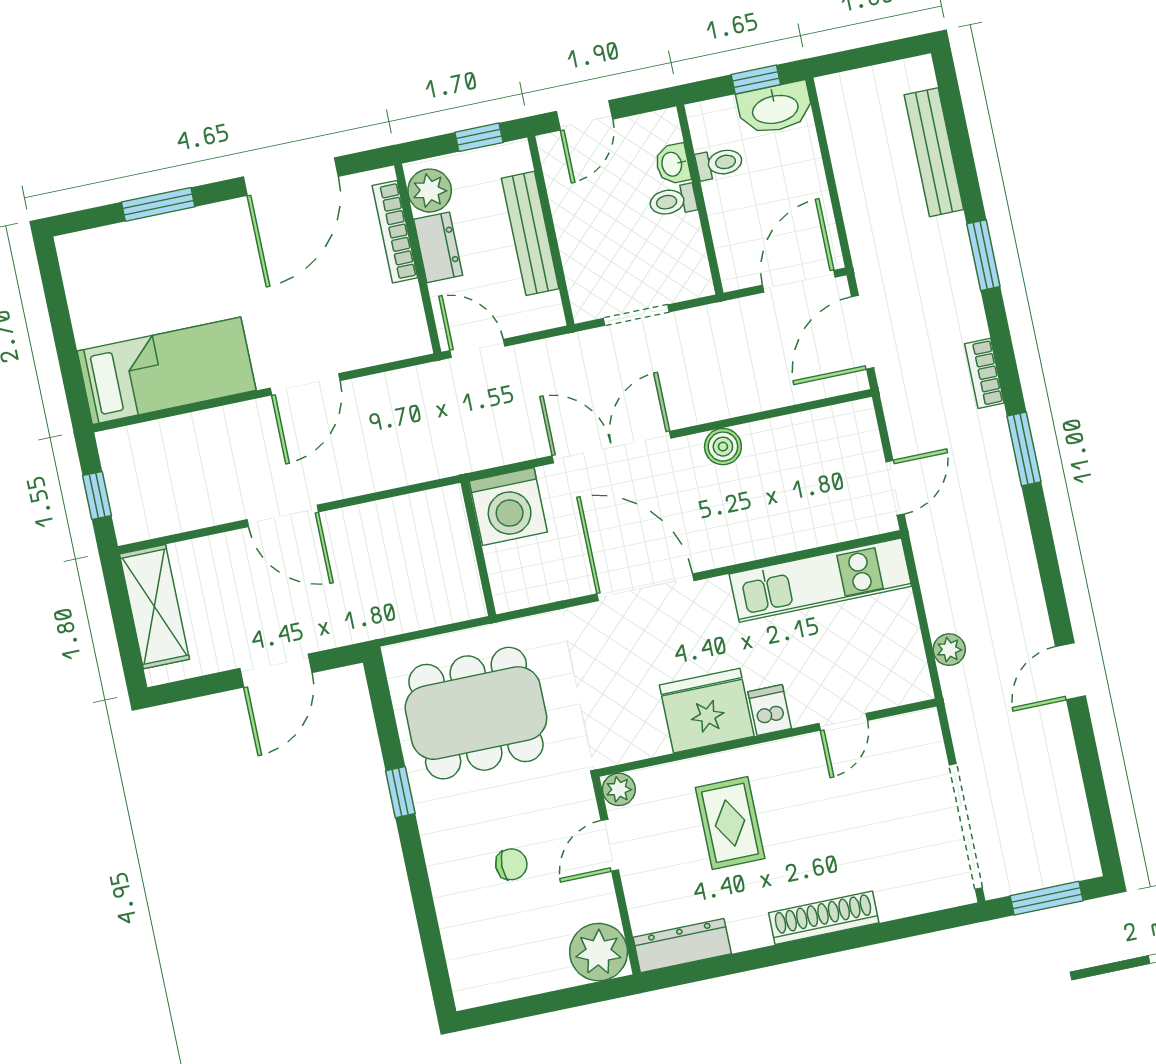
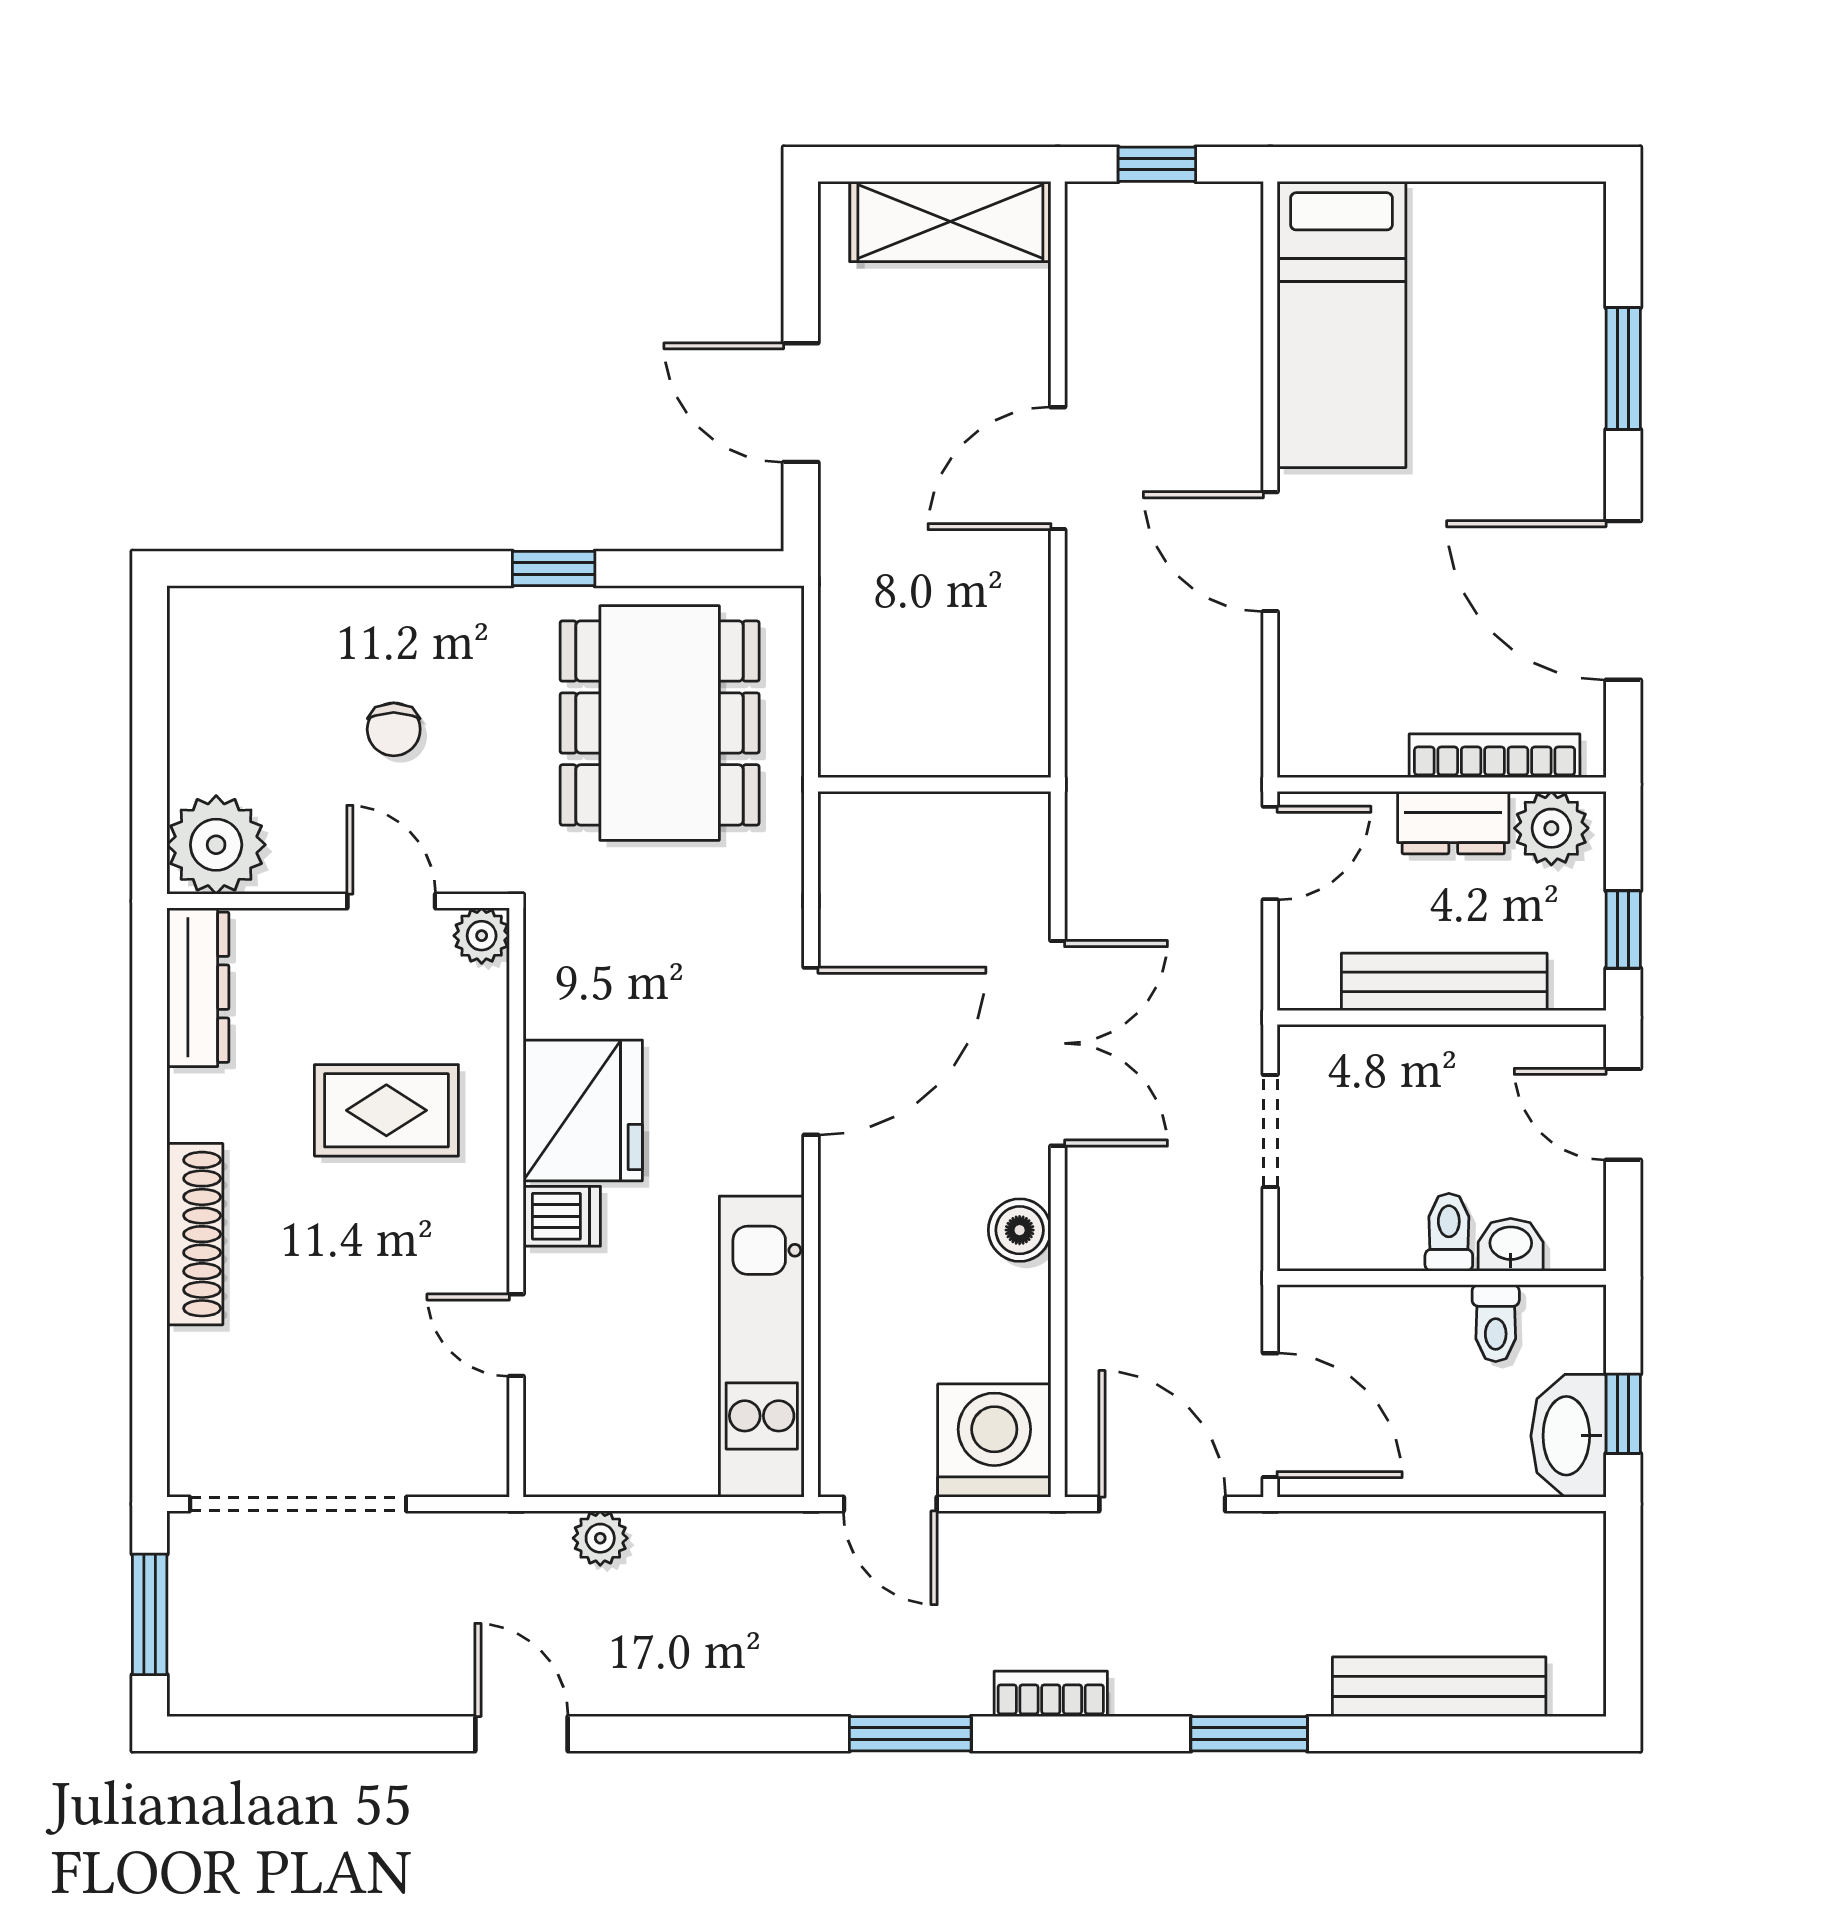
washing machine: (508, 507) -> (994, 1441), moved, turned 90

